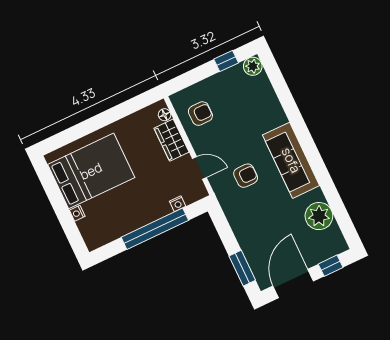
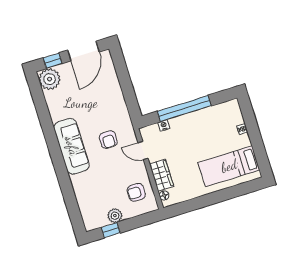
plant: (253, 66) -> (115, 216), moved
bed: (91, 171) -> (229, 166), width x0.67
armchair: (246, 176) -> (108, 140), turned -90
plant: (319, 216) -> (50, 79), moved
window: (242, 268) -> (121, 69), removed

